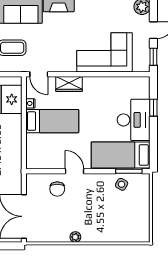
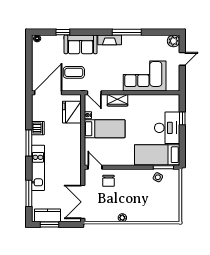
window: (153, 57) -> (182, 79), removed
door: (74, 171) -> (95, 167), moved

